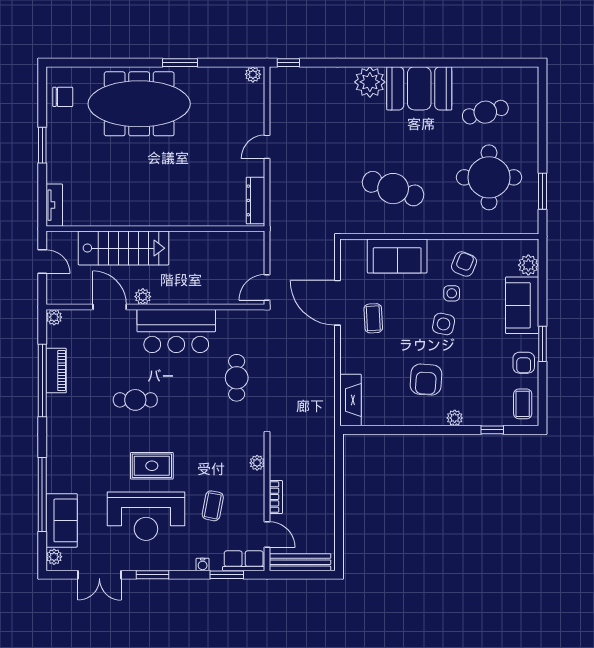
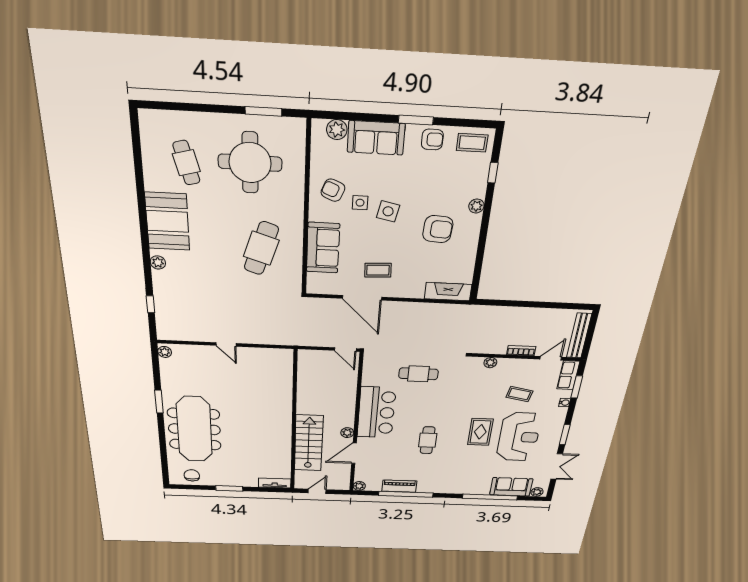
window: (288, 63) -> (150, 304), moved
plant: (370, 82) -> (158, 262), width x0.53, depth x0.53
dresser: (255, 200) -> (272, 355), removed
door: (337, 303) -> (362, 298), hinge flipped

